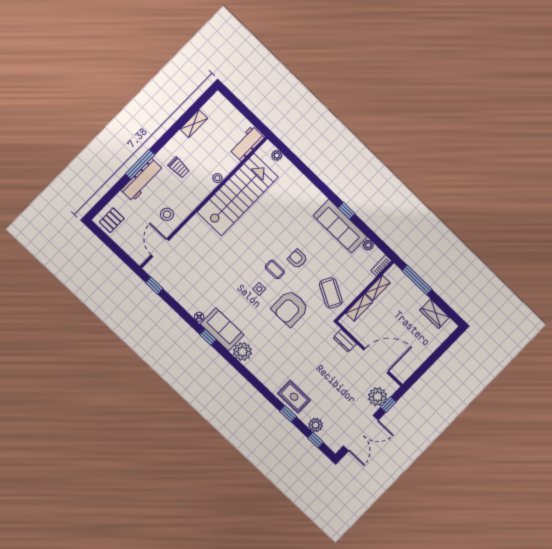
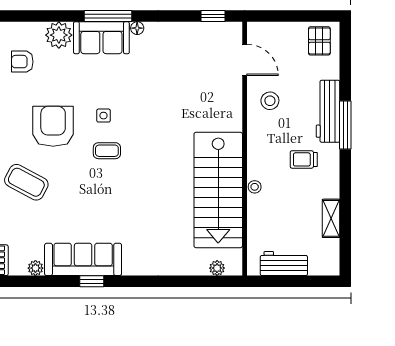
workbench: (247, 143) -> (284, 264), moved, turned -90
armchair: (297, 259) -> (22, 62), moved, turned 180
window: (208, 337) -> (108, 16), width x2.17

